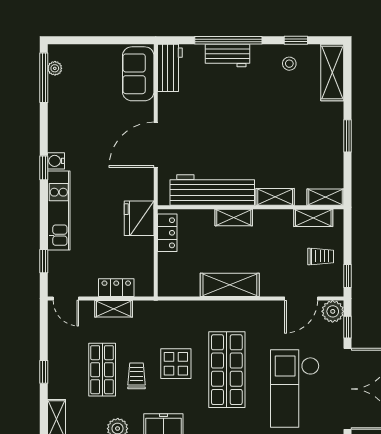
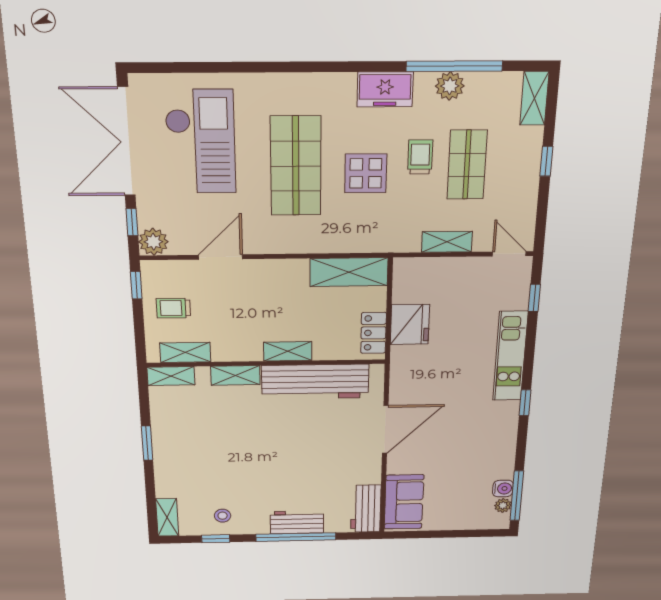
shelving: (332, 73) -> (167, 517), width x0.67, depth x0.75
water cooler: (56, 161) -> (503, 489), moved
fridge: (139, 218) -> (410, 324), moved
shelving: (230, 285) -> (349, 272), moved
locker: (116, 288) -> (442, 268), removed
door: (301, 298) -> (220, 257), moved
trolley: (137, 376) -> (420, 157), turned 180

